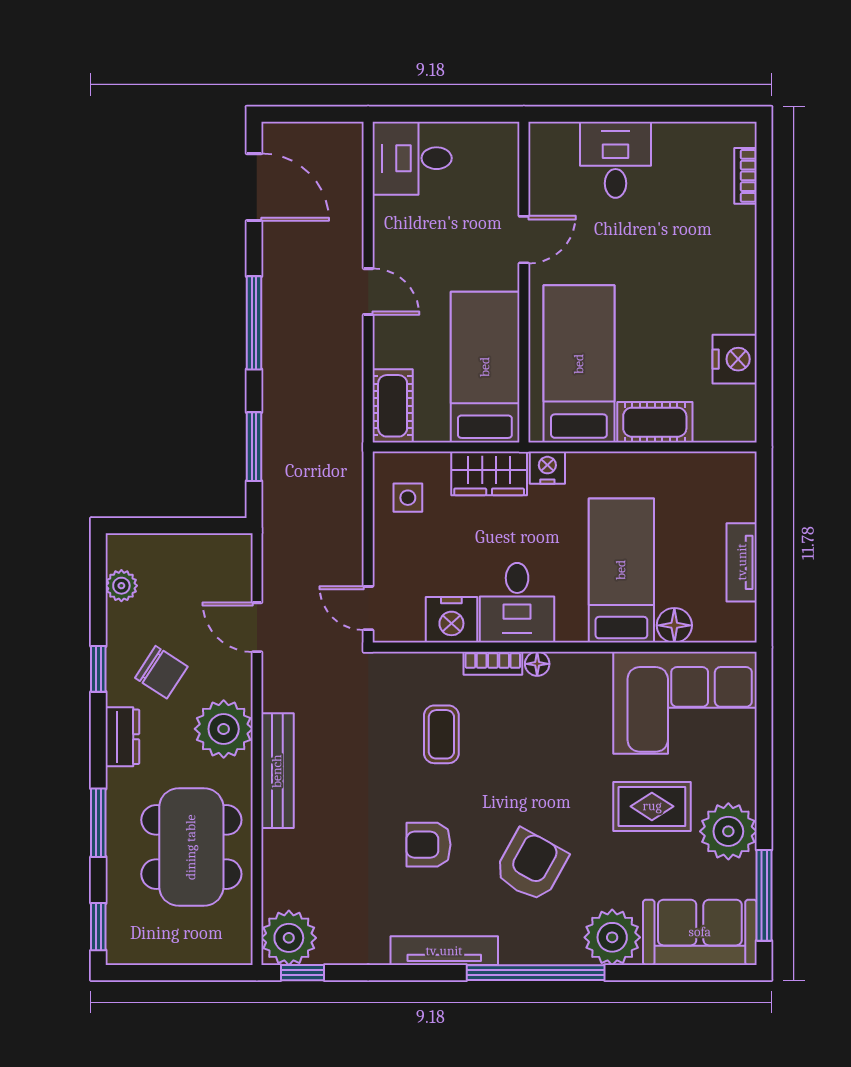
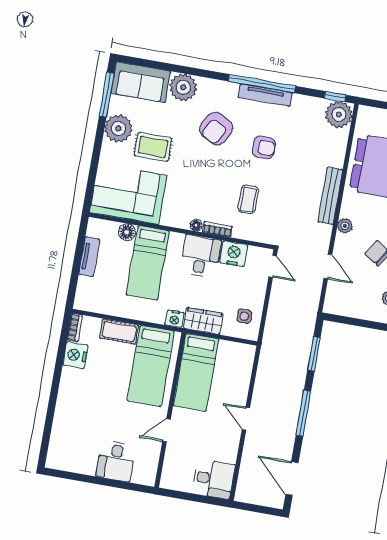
bookcase: (745, 176) -> (75, 327), moved
cot: (393, 406) -> (244, 362), removed
plant: (224, 729) -> (345, 226), width x0.53, depth x0.53
window: (536, 973) -> (262, 84), moved

